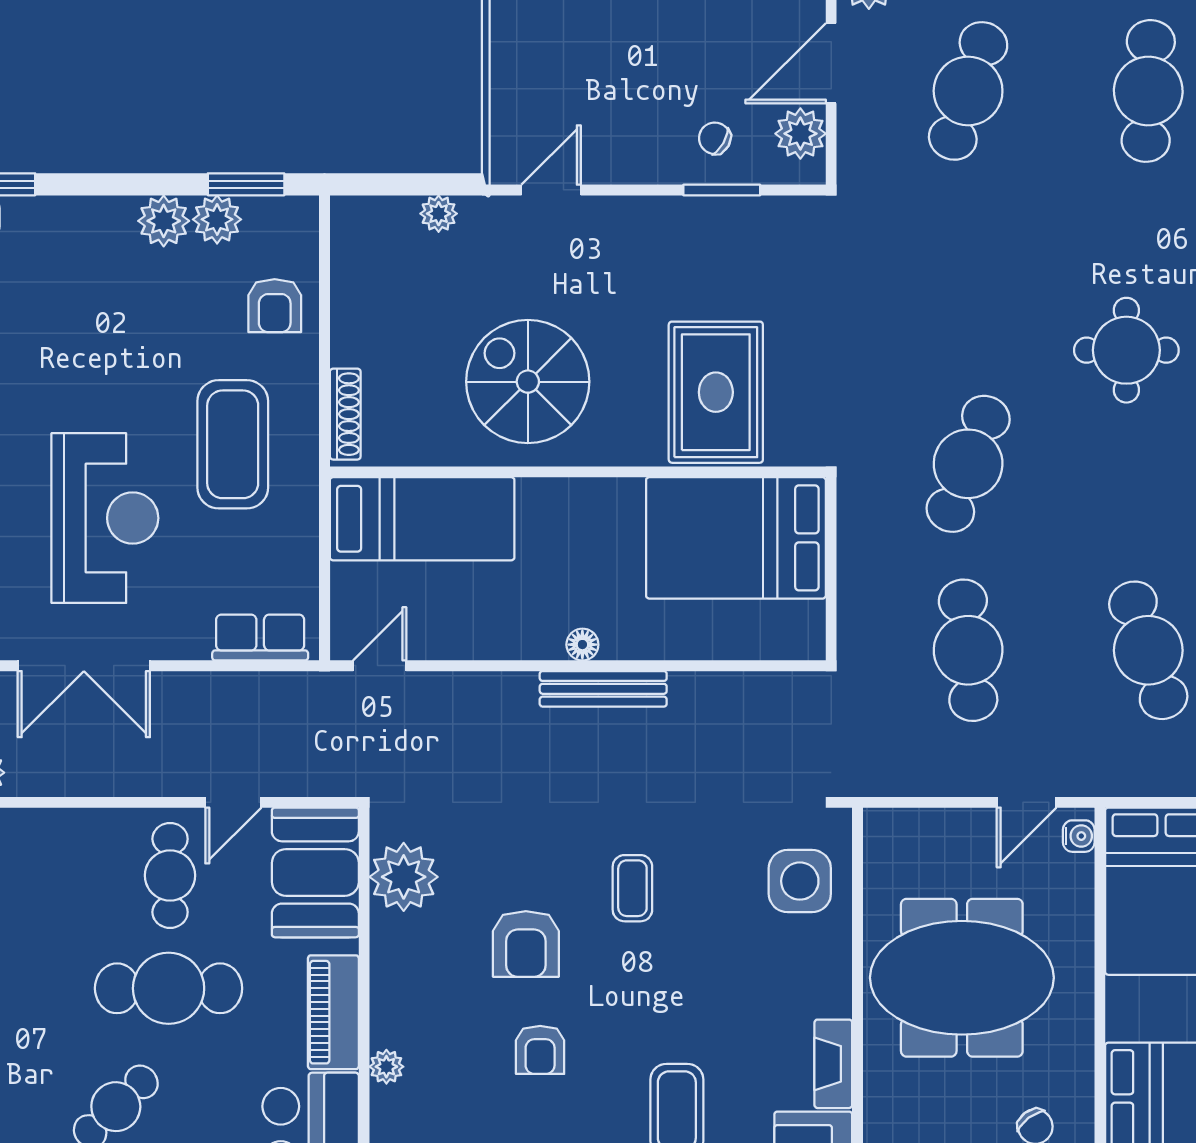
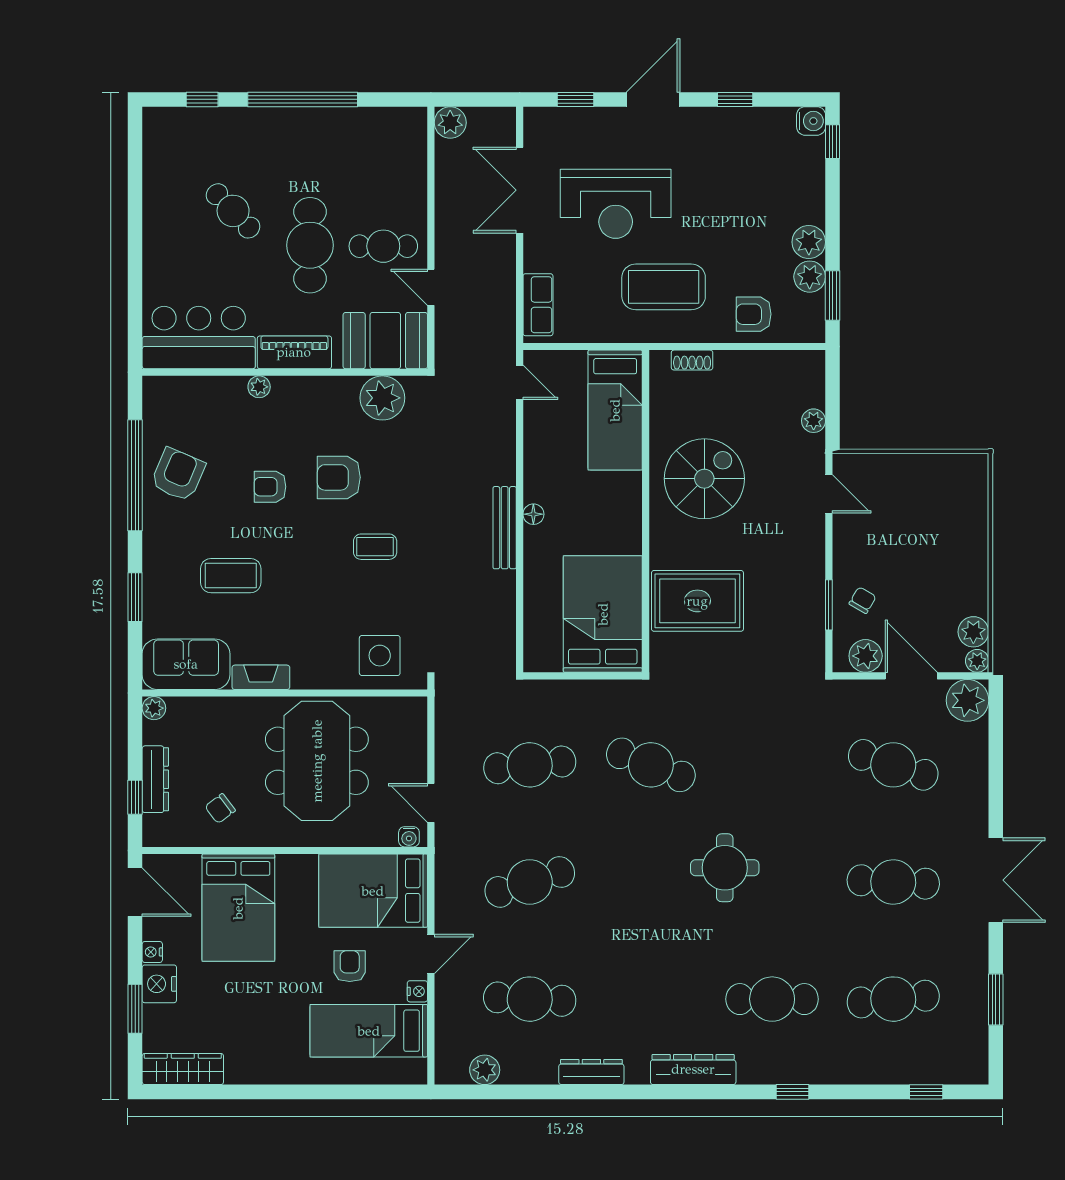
shoe rack: (345, 414) -> (692, 360), width x0.70

